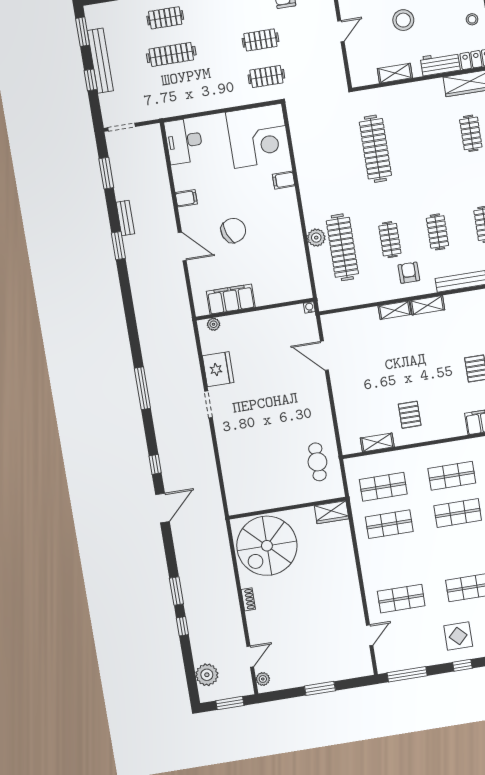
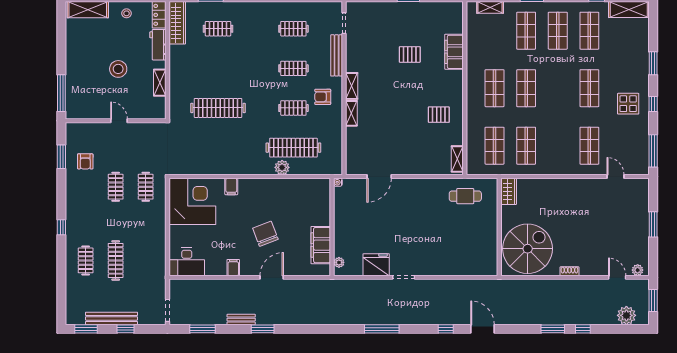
shelving: (377, 442) -> (457, 159), moved
spiral stairs: (267, 546) -> (528, 249), turned -90

